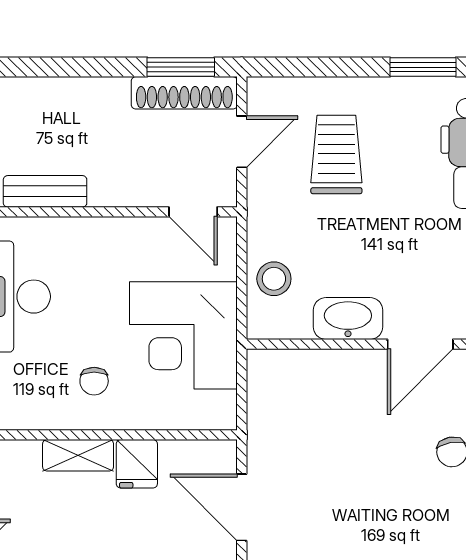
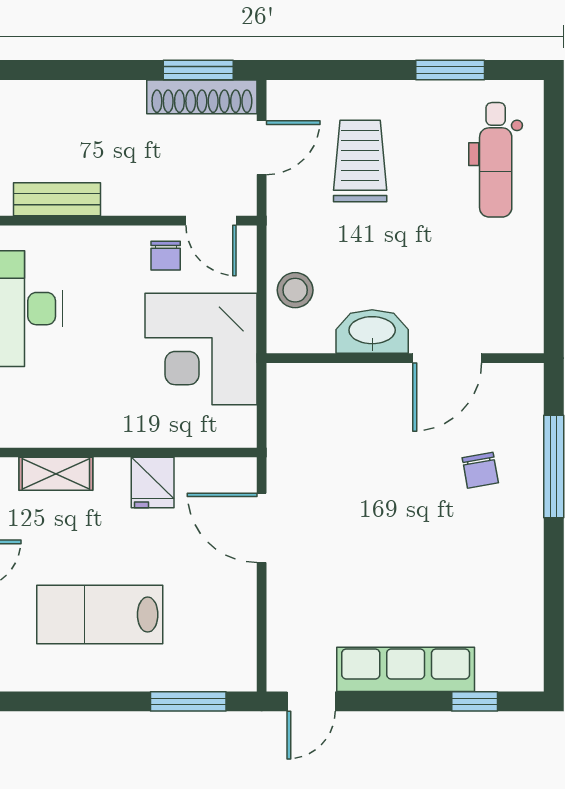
chair: (94, 381) -> (166, 256), moved
shelving: (78, 455) -> (56, 474), moved

